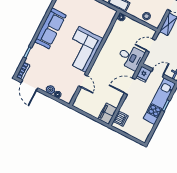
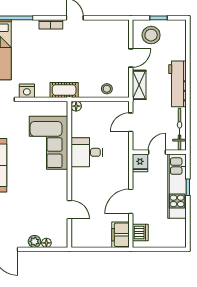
corner sofa: (83, 49) -> (49, 143), moved
desk: (131, 57) -> (87, 152), moved, turned 180
door: (130, 86) -> (131, 201), moved

